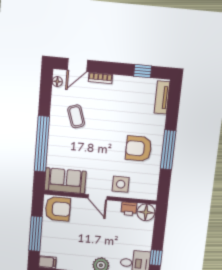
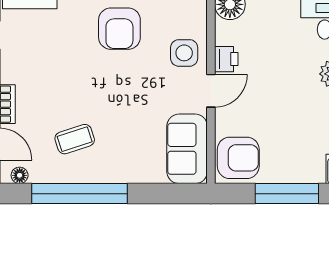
window: (42, 144) -> (79, 194), moved
armchair: (58, 209) -> (238, 158), turned 90
printer: (129, 209) -> (226, 59), moved

